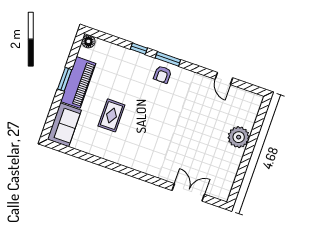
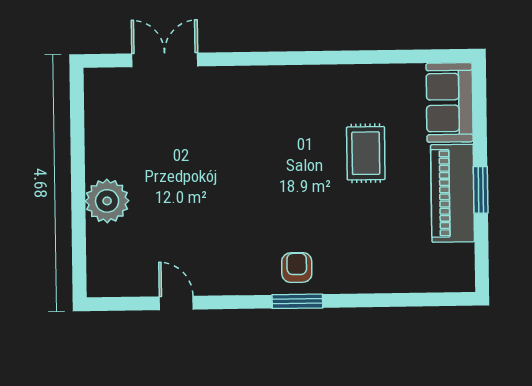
floor lamp: (88, 41) -> (462, 279), removed
window: (139, 49) -> (360, 300), removed
double door: (188, 192) -> (165, 60), swing flipped

